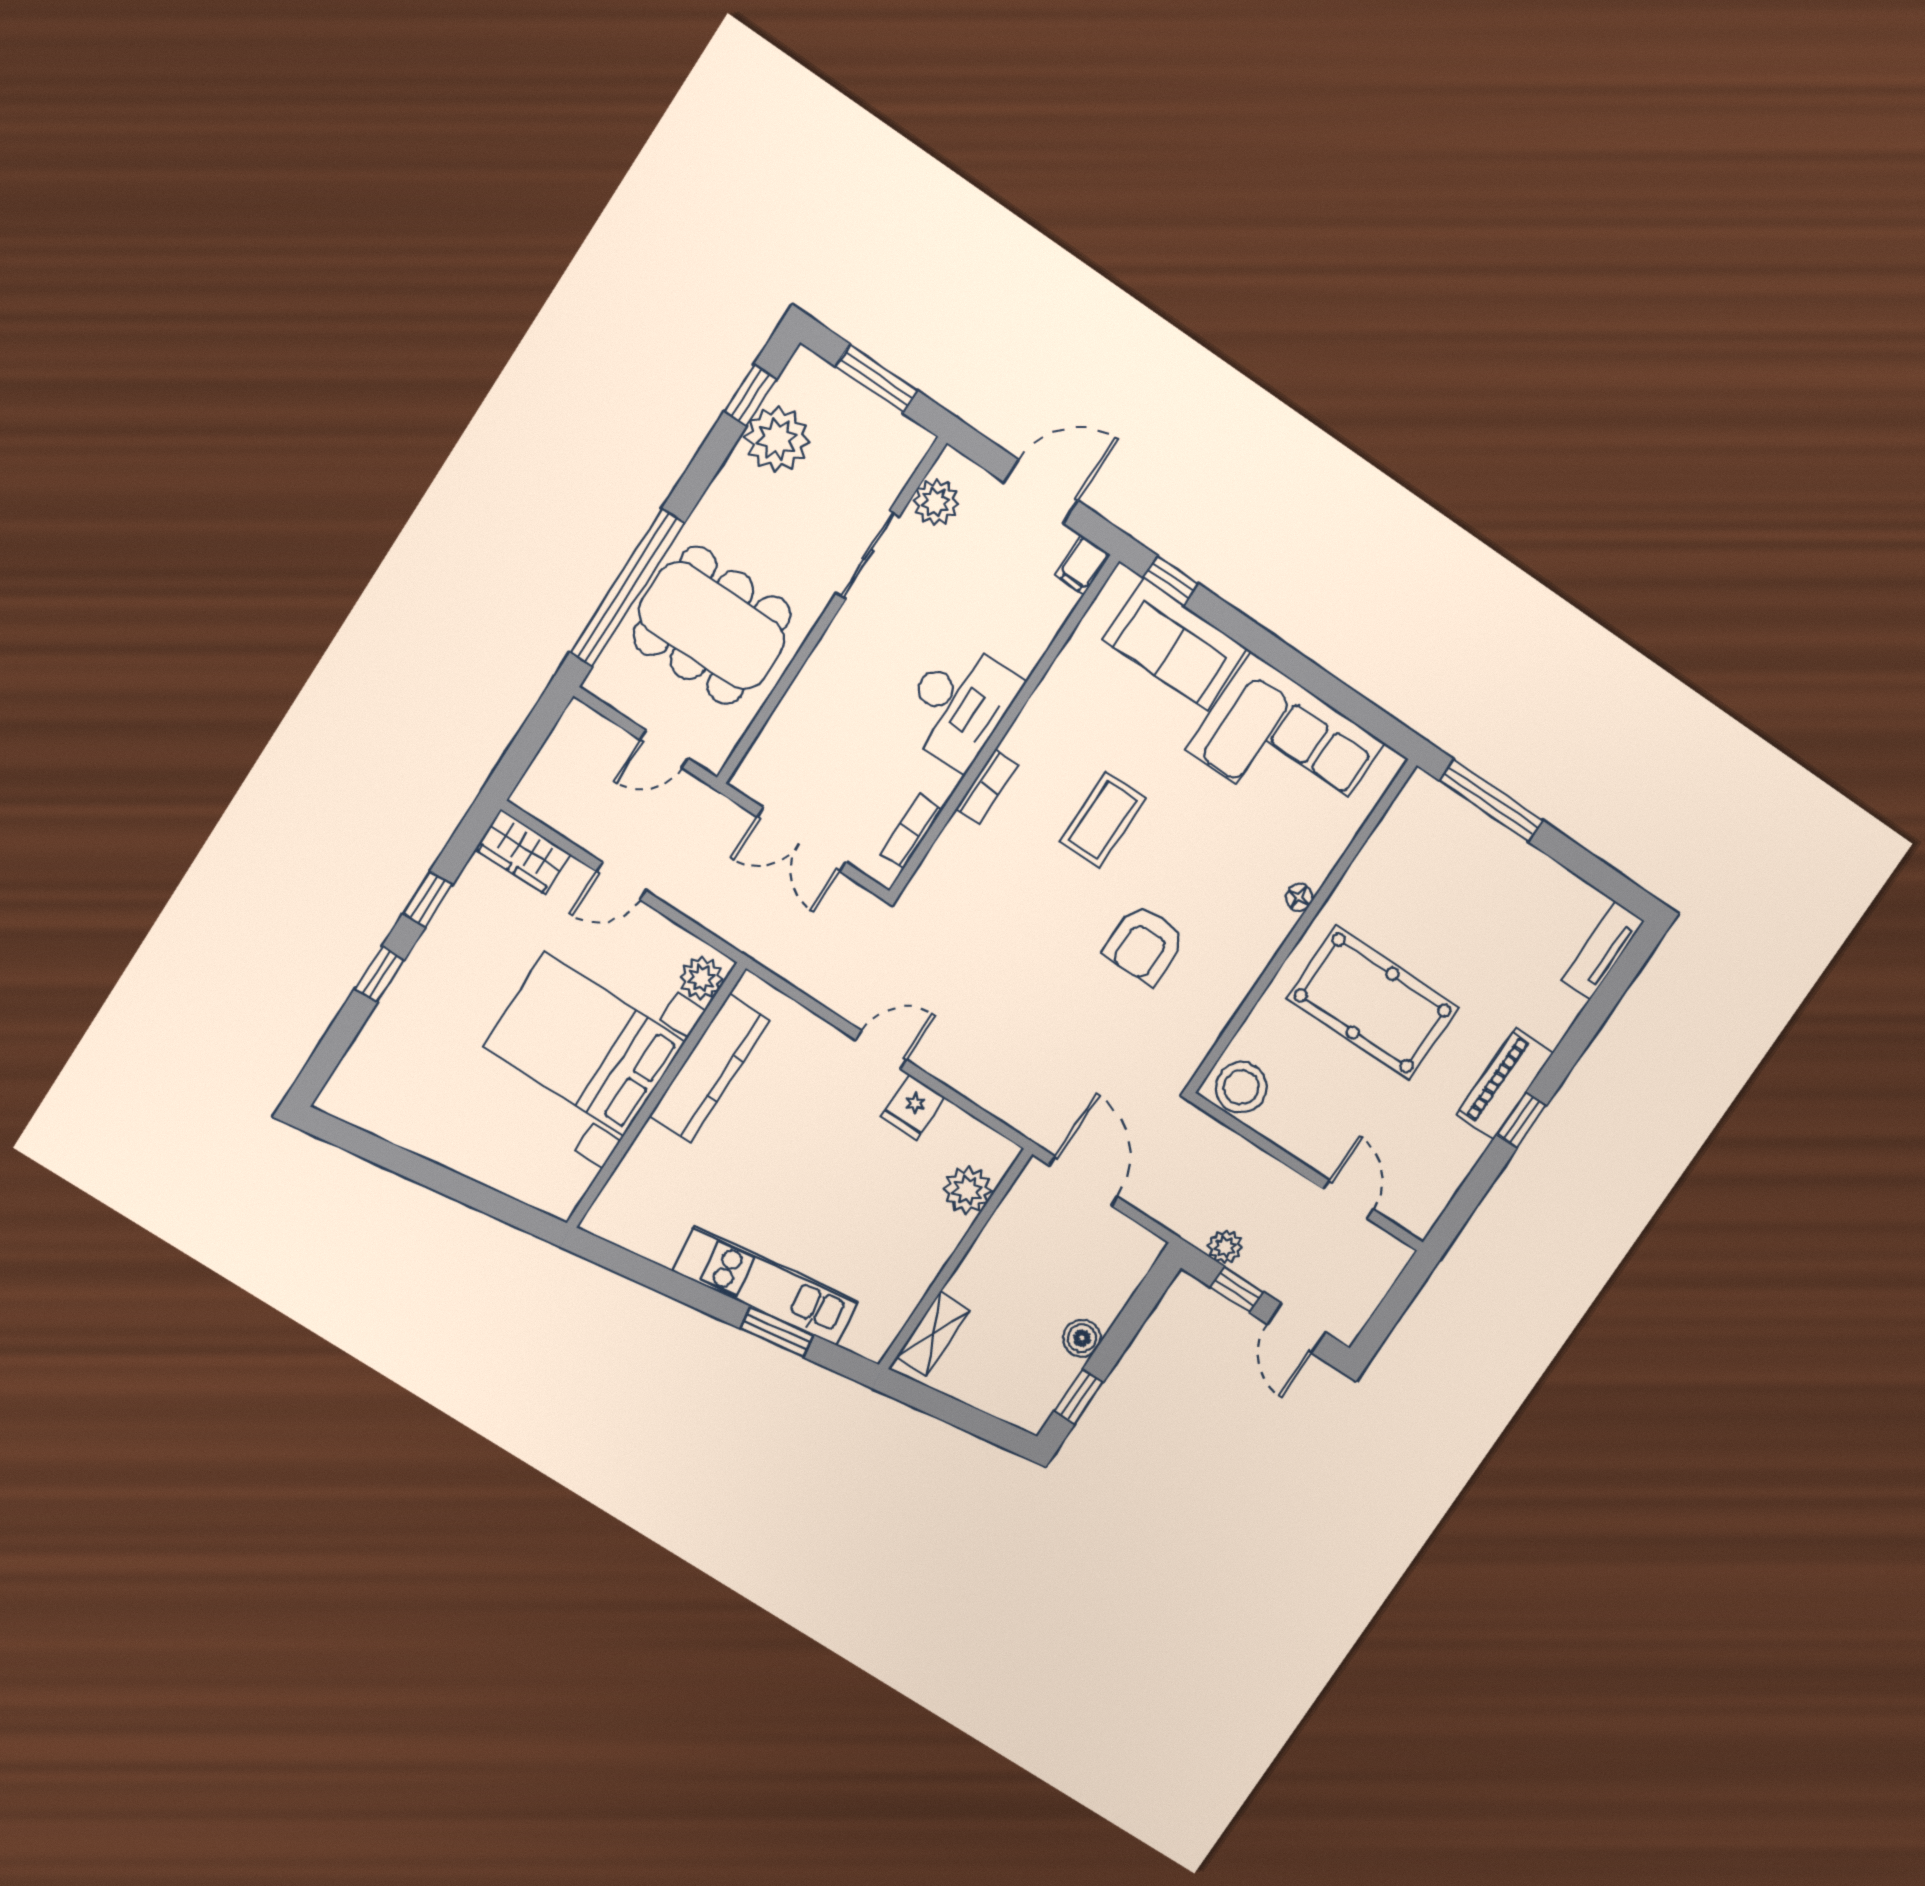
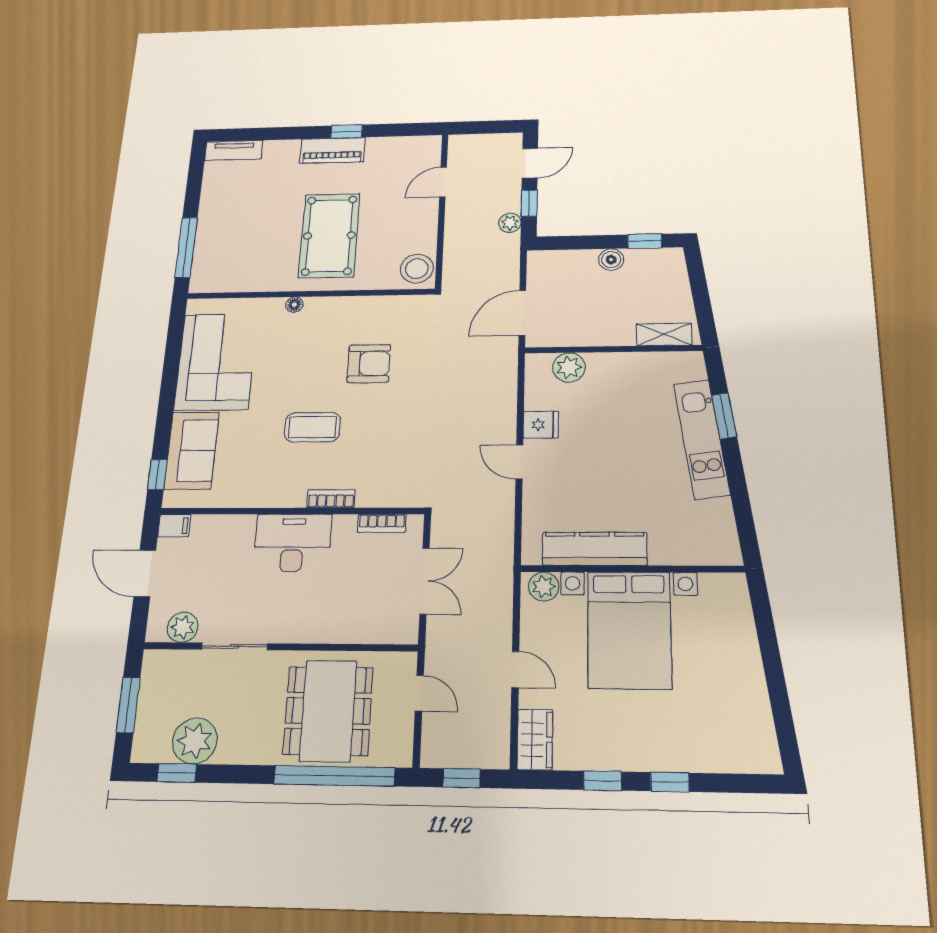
window: (531, 738) -> (462, 778), added

